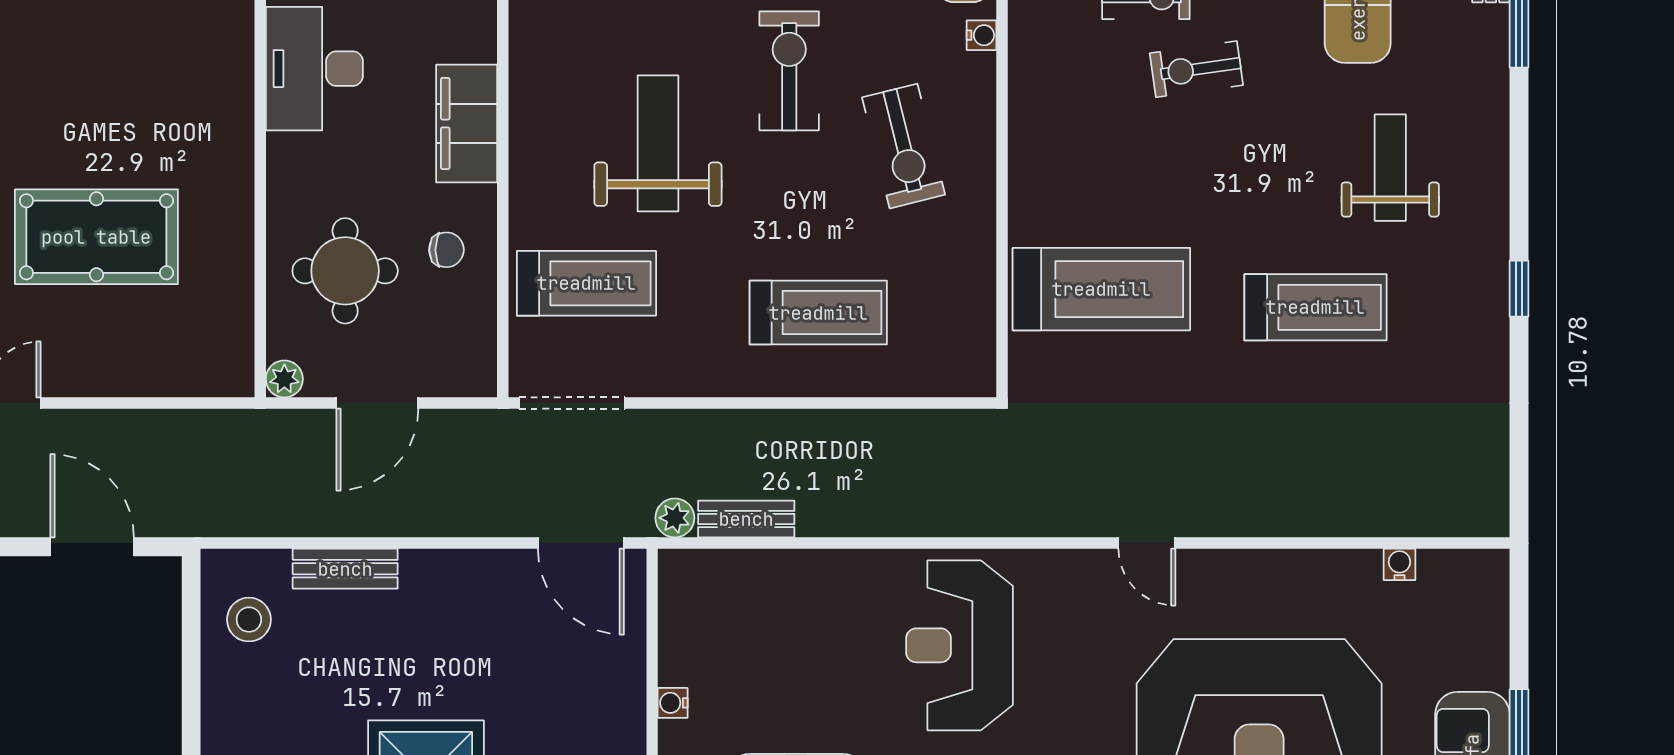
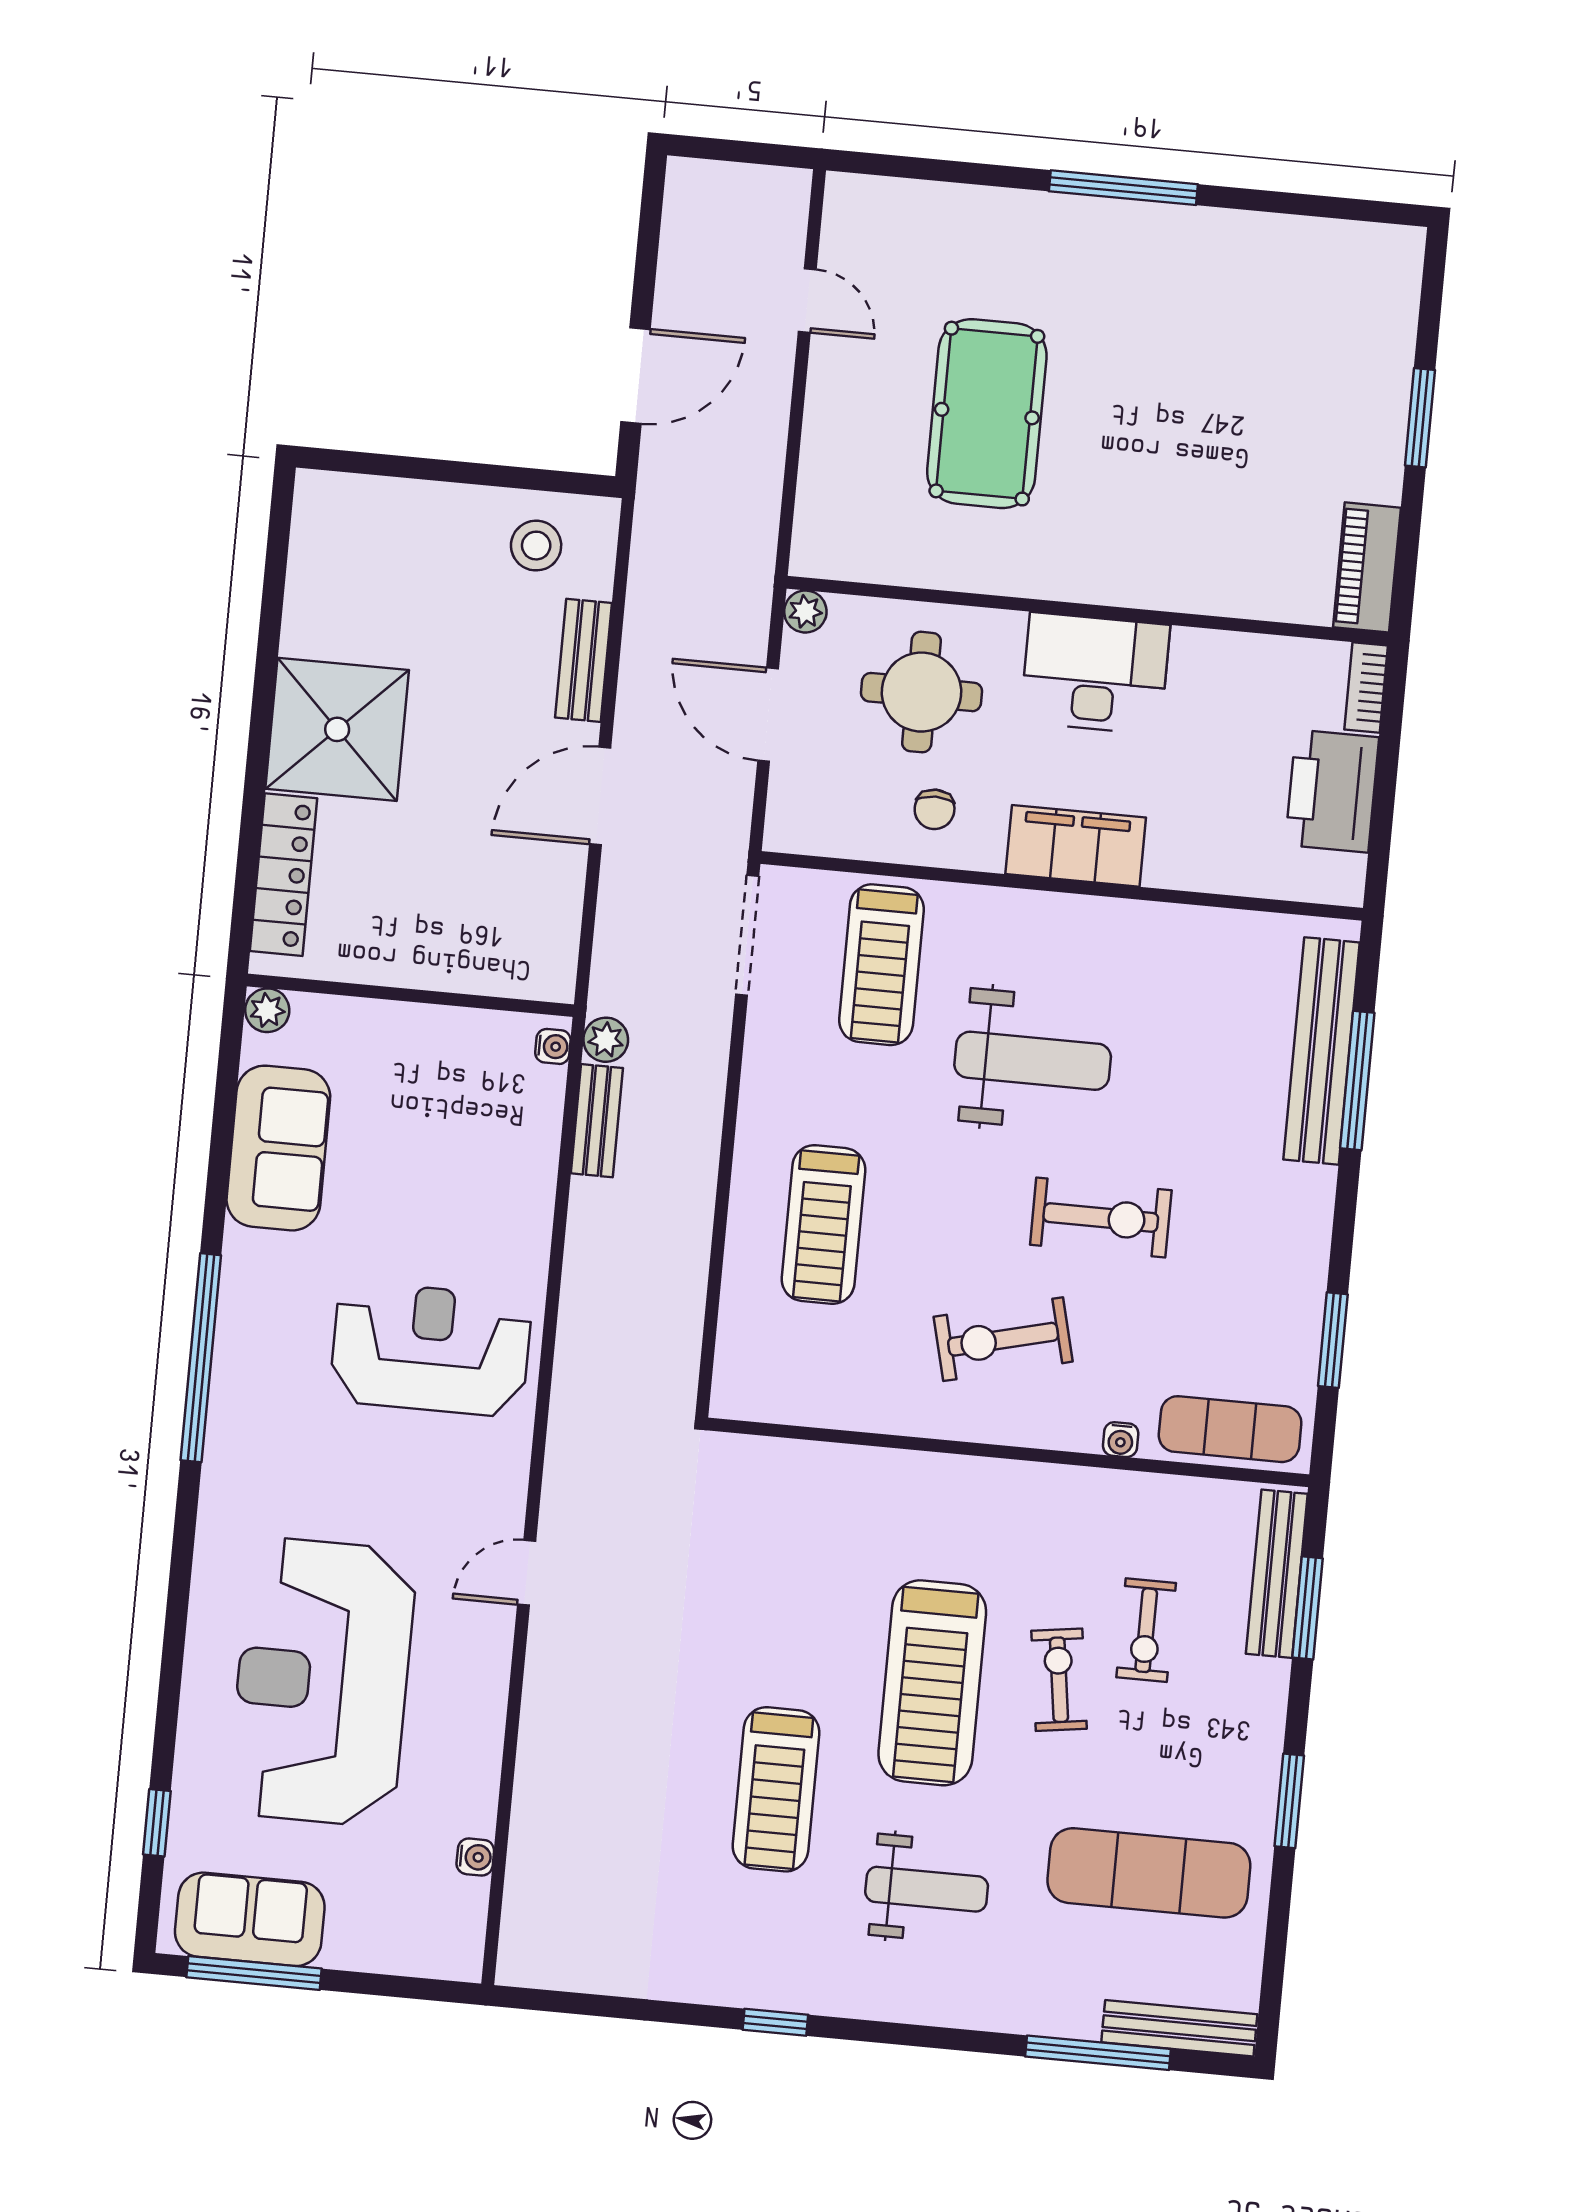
desk: (314, 69) -> (1095, 673), moved
treadmill: (1101, 289) -> (932, 1683), moved
door: (581, 543) -> (600, 796), moved
water cooler: (673, 703) -> (553, 1046), moved, turned 90

